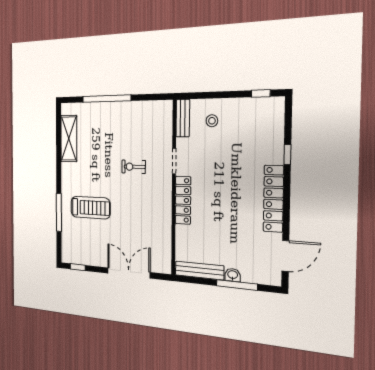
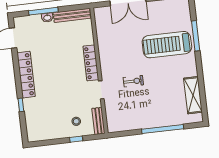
window: (261, 93) -> (76, 139), moved
treadmill: (90, 208) -> (167, 45), width x1.37, depth x1.37

